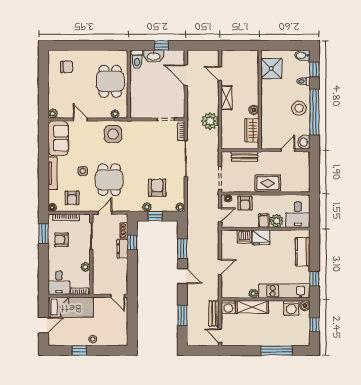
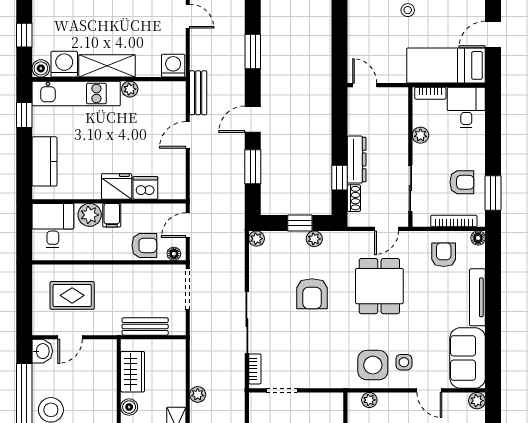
plant: (210, 121) -> (198, 394), width x0.53, depth x0.53
side table: (83, 171) -> (404, 362), moved
rug: (268, 183) -> (72, 295), moved
armchair: (157, 188) -> (312, 294), moved
armchair: (245, 203) -> (144, 245), turned 90
dresser: (122, 249) -> (357, 160), width x1.44
door: (182, 276) -> (253, 119), hinge flipped
shelving: (252, 307) -> (107, 66), moved
bench: (214, 313) -> (198, 93), moved

